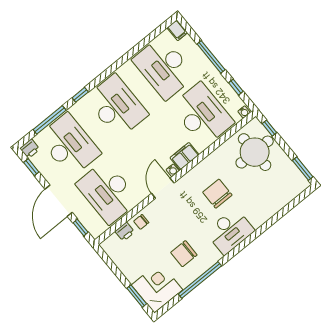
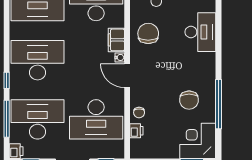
chair: (217, 194) -> (148, 33), moved, turned 90
desk: (230, 231) -> (200, 32), moved

